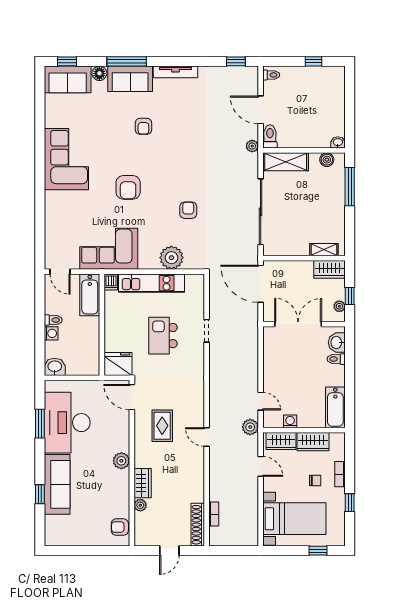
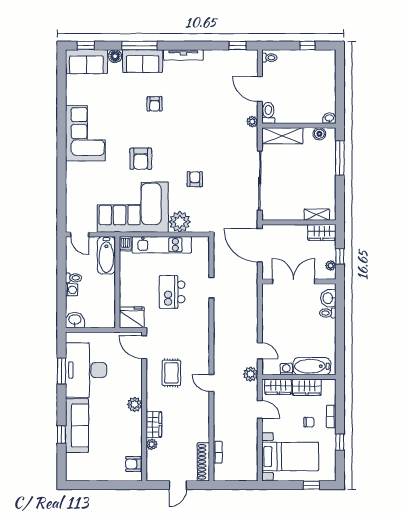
corner sofa: (109, 249) -> (133, 207), width x1.36, depth x1.36
bathtub: (335, 407) -> (312, 366), moved, turned 90

